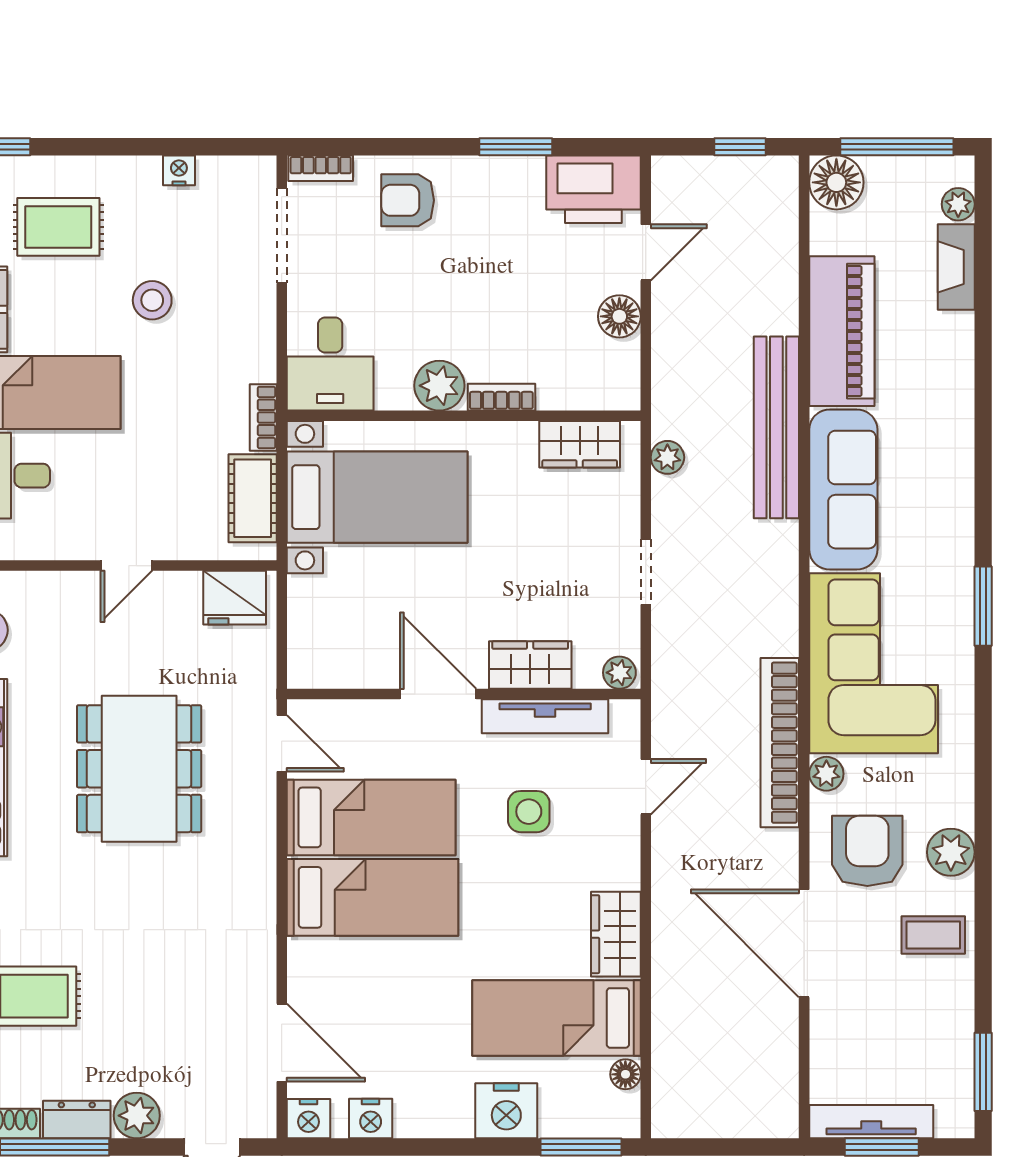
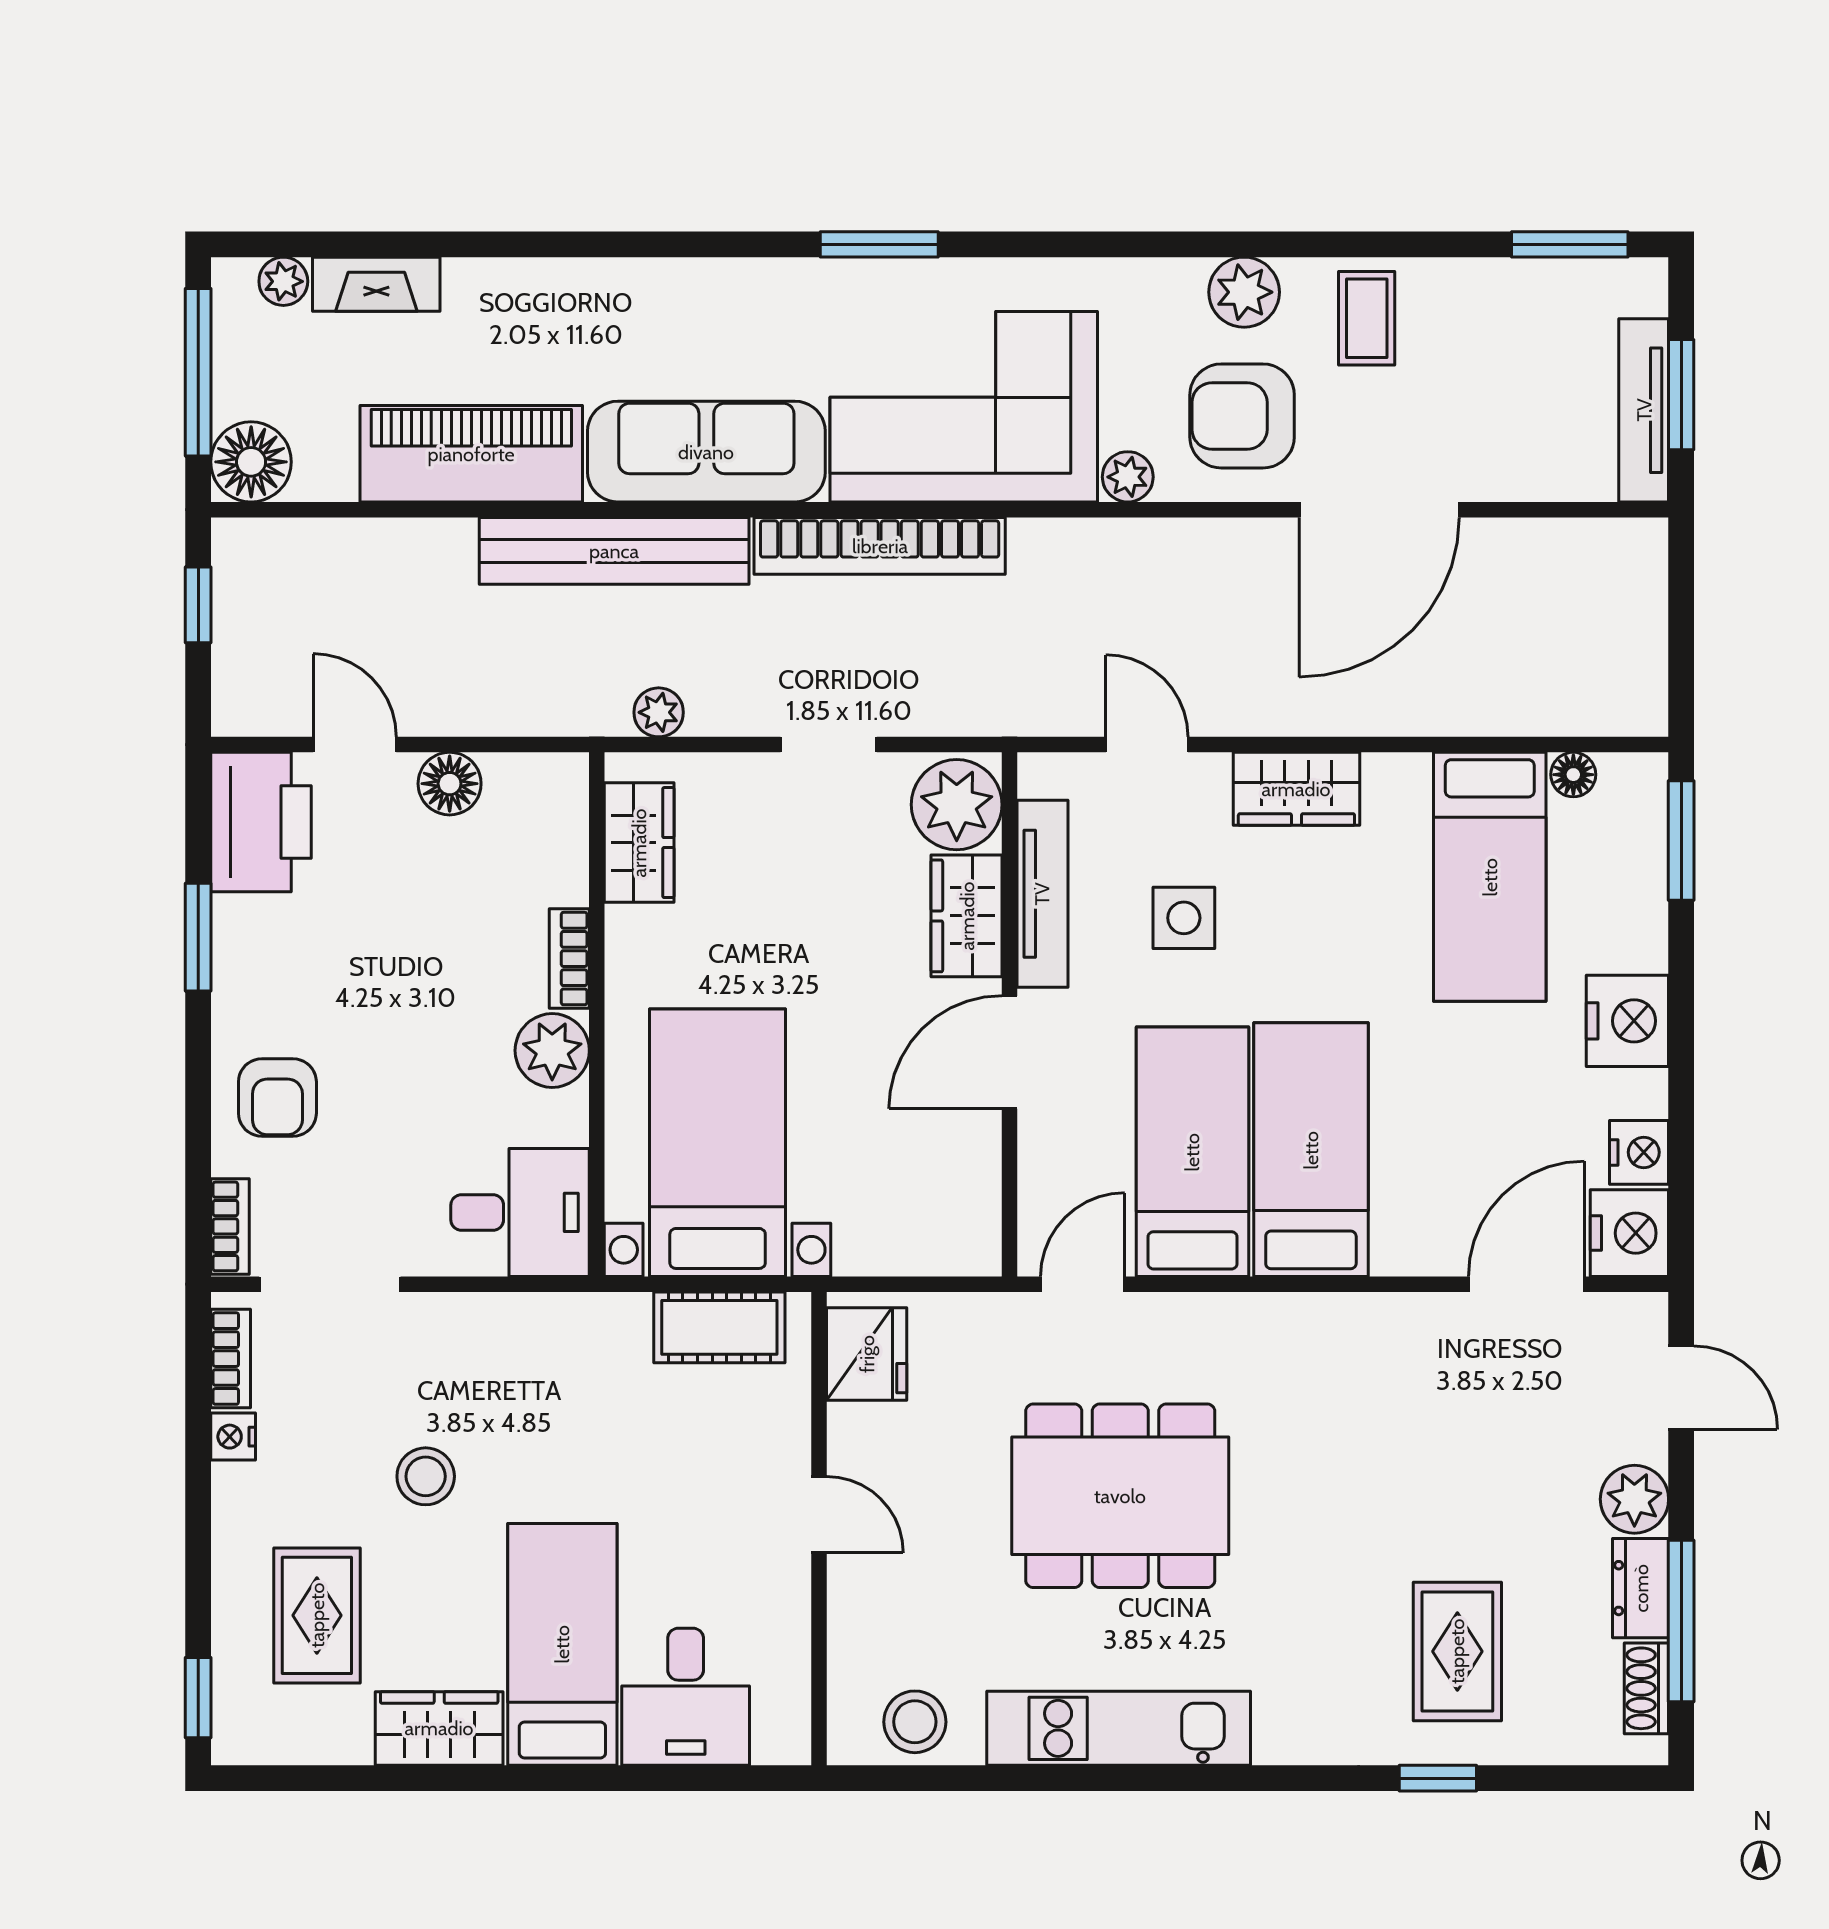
bookcase: (263, 417) -> (231, 1359), moved, turned -90
plant: (619, 673) -> (957, 805), width x1.88, depth x1.88
bookcase: (780, 743) -> (880, 546), moved
wardrobe: (616, 934) -> (1296, 789), moved
nightstand: (506, 1111) -> (1627, 1021), moved
nightstand: (308, 1119) -> (1629, 1233), width x1.36, depth x1.33

